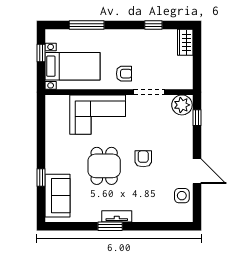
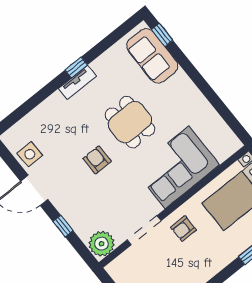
window: (197, 118) -> (63, 226), moved
armchair: (143, 159) -> (97, 160), turned 180
window: (41, 177) -> (162, 35), moved
window: (110, 226) -> (76, 67), width x0.67

